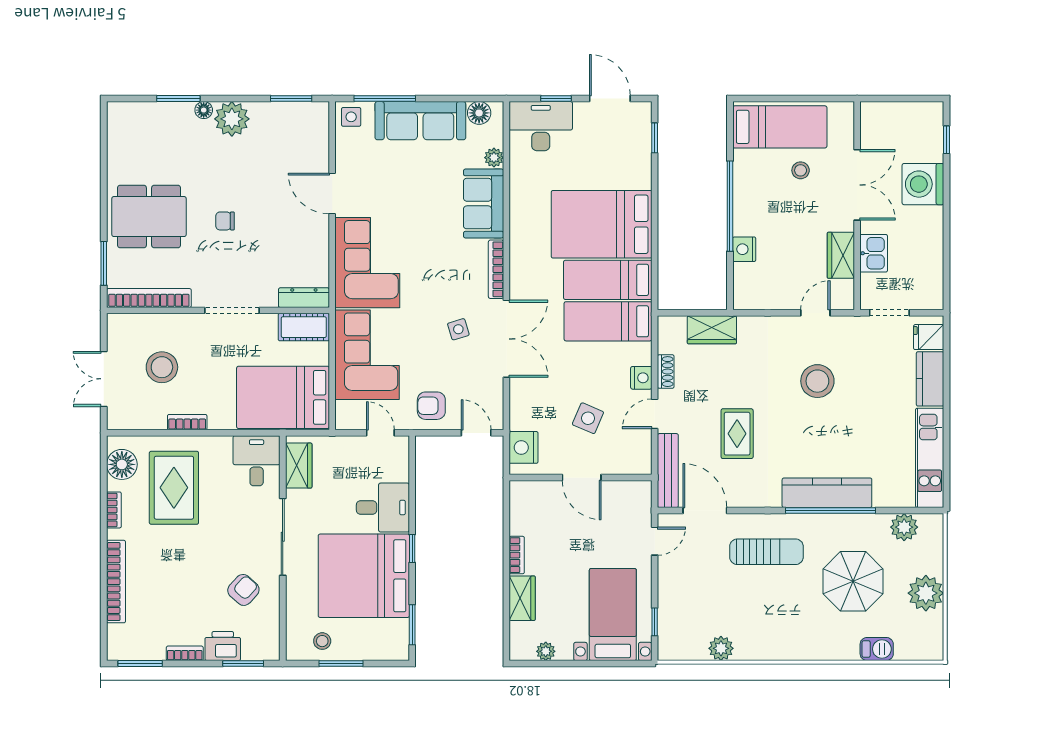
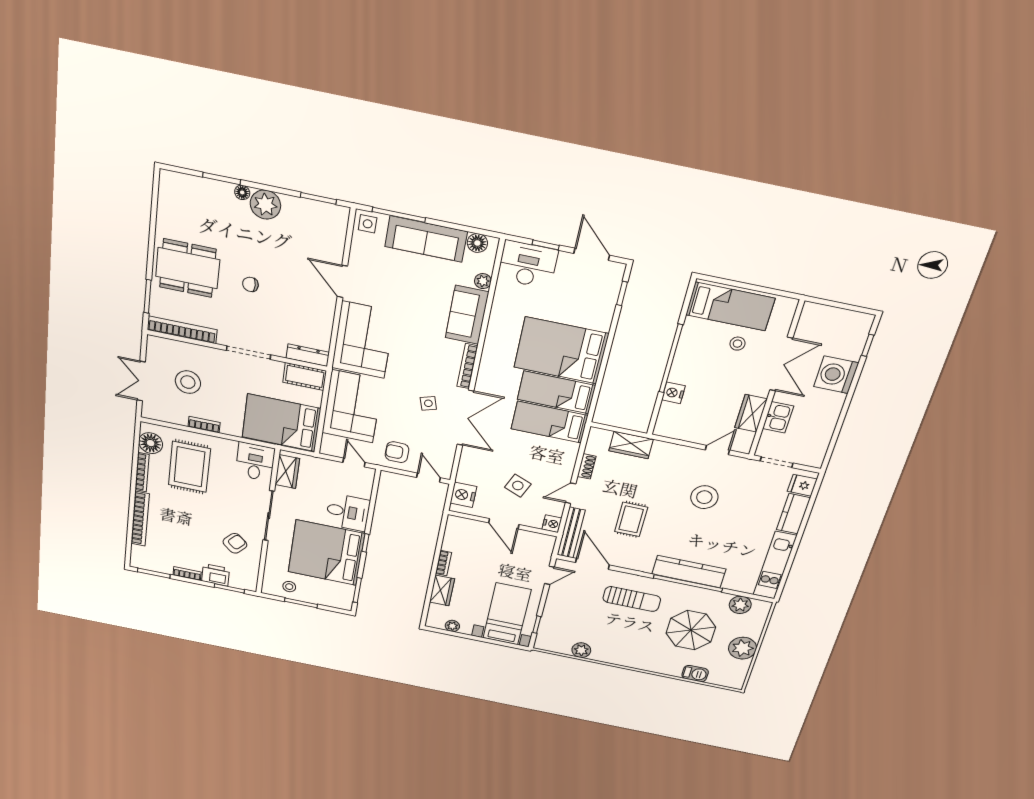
nightstand: (641, 378) -> (552, 524), moved
bookcase: (114, 510) -> (142, 472), width x1.56

